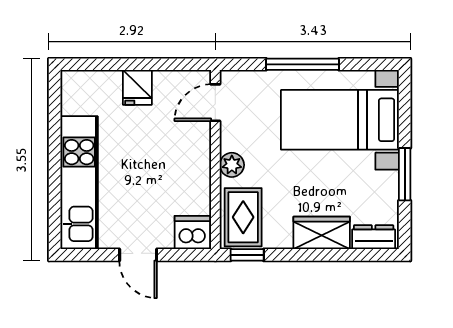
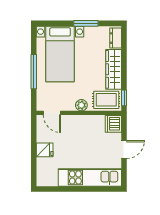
wardrobe: (322, 233) -> (114, 69), width x1.50

